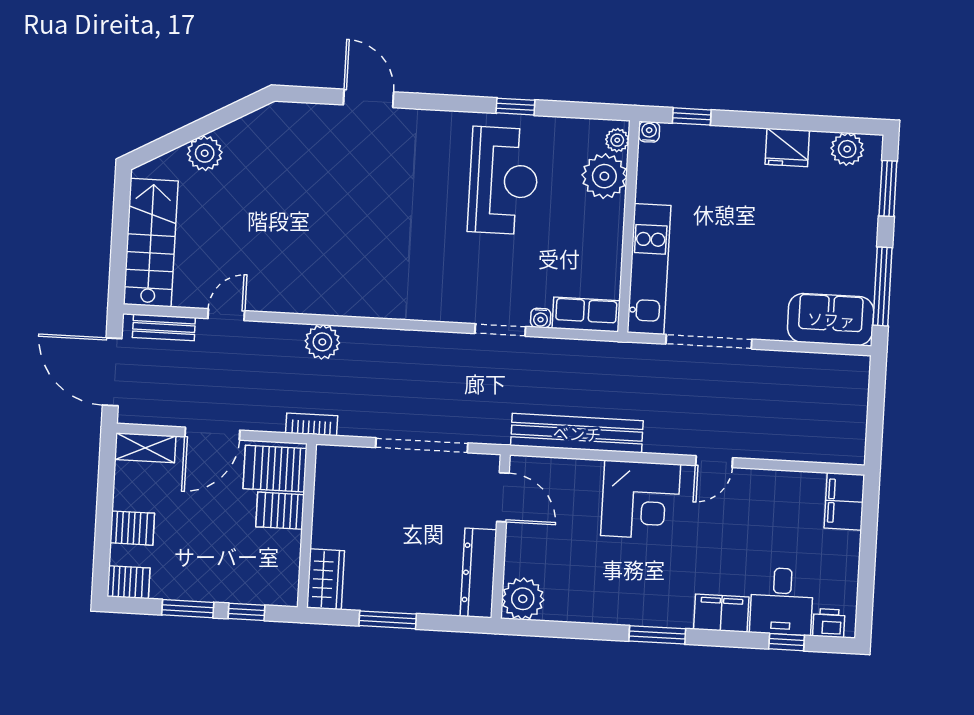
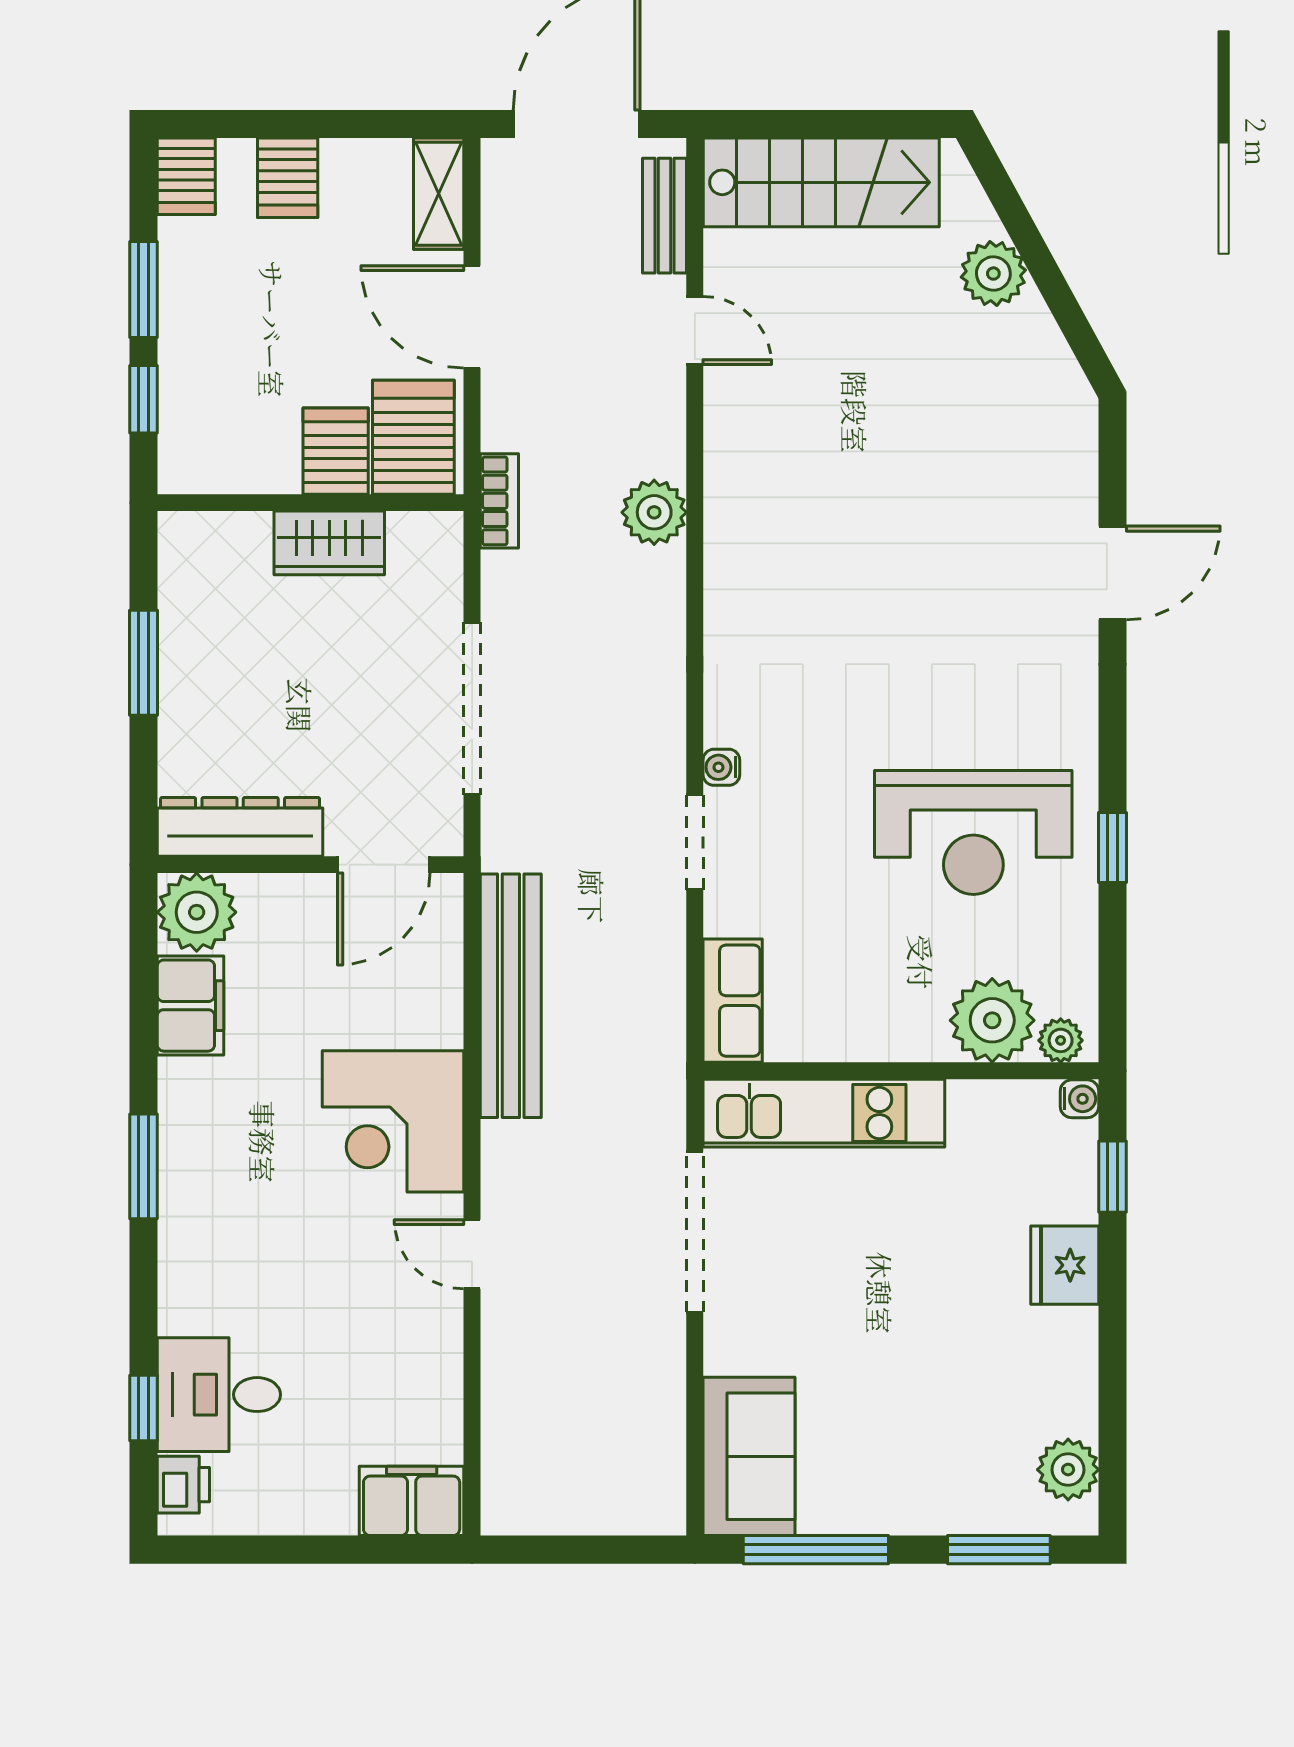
fridge: (787, 147) -> (1065, 1265), moved
water cooler: (541, 318) -> (721, 767), moved
wardrobe: (326, 579) -> (329, 543), moved
filing cabinet: (721, 613) -> (191, 1006), moved

